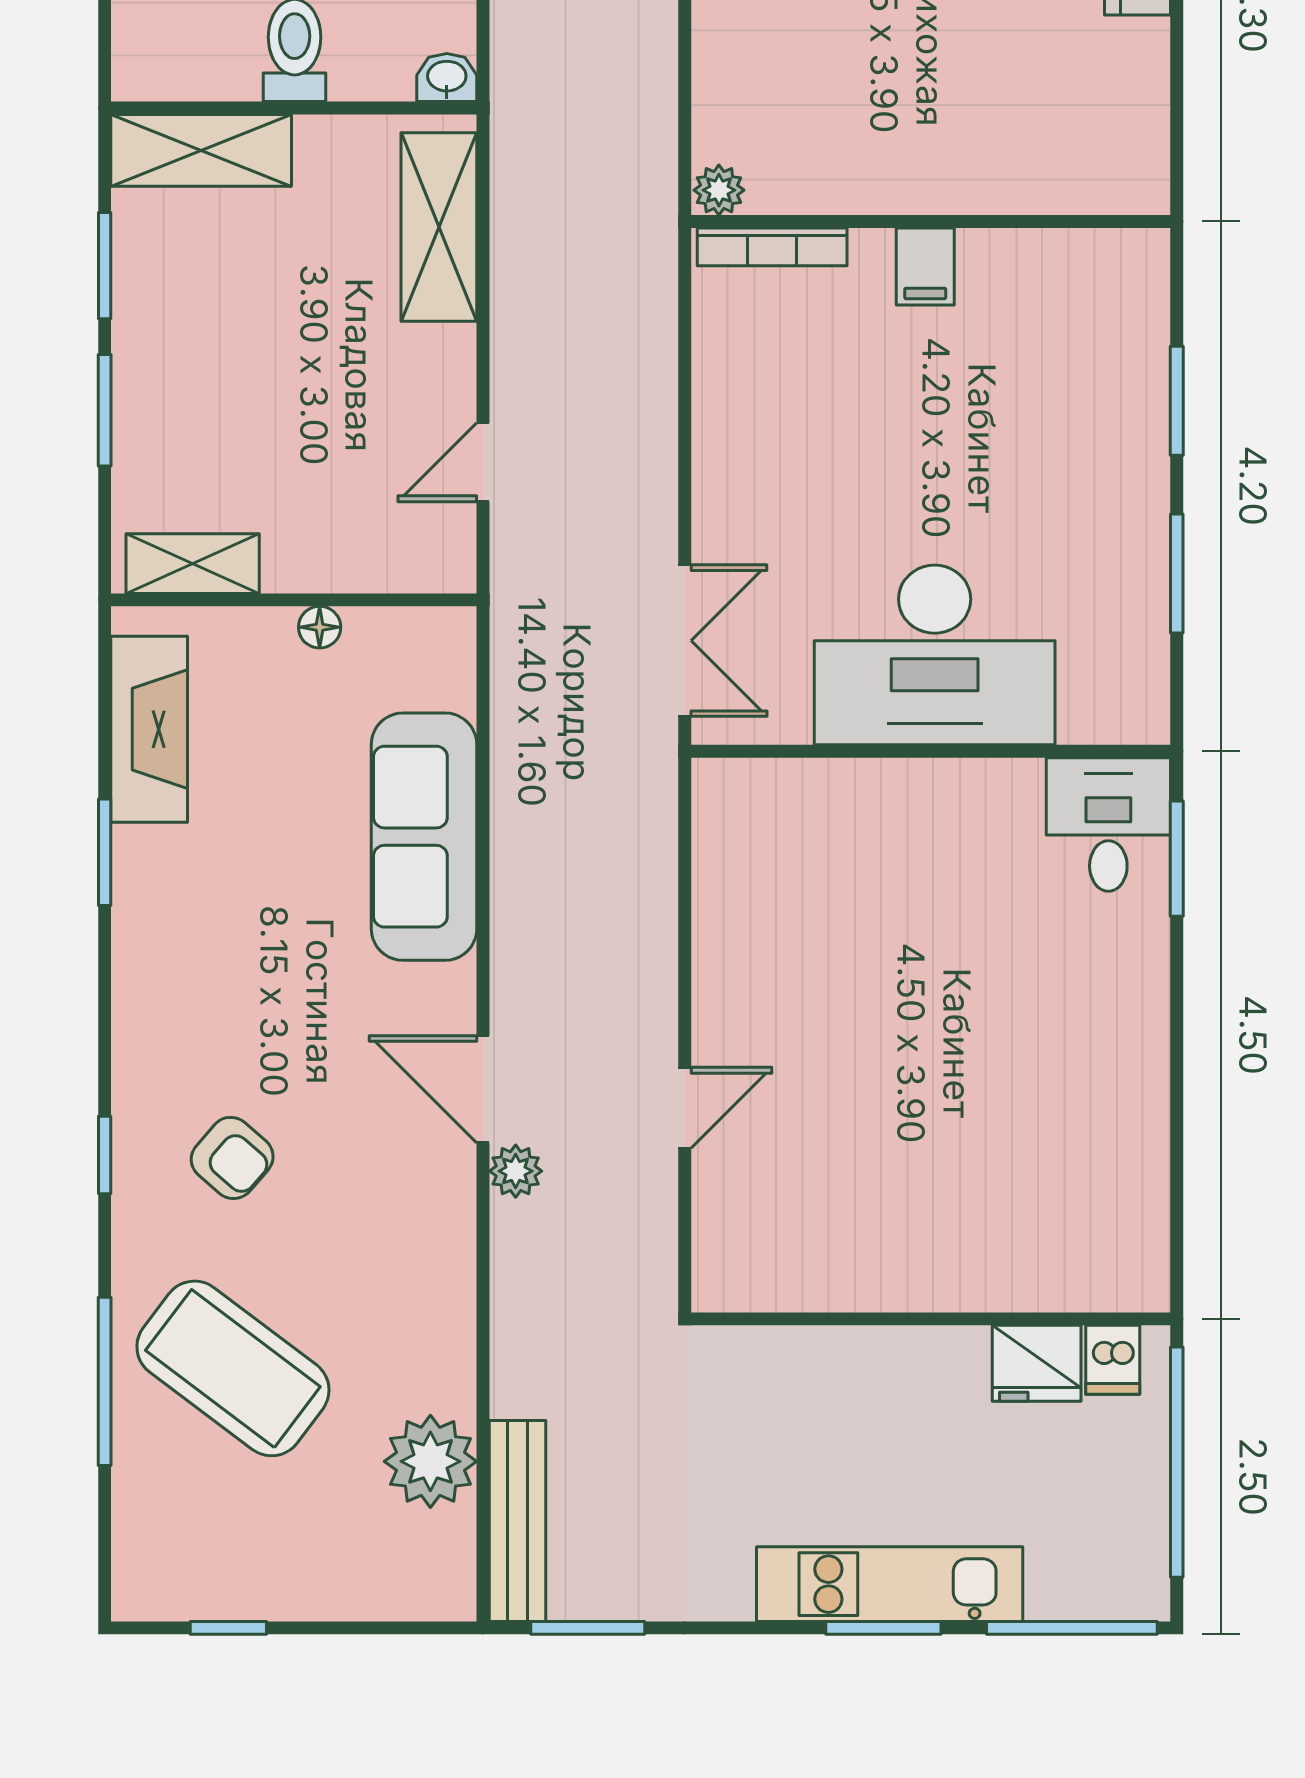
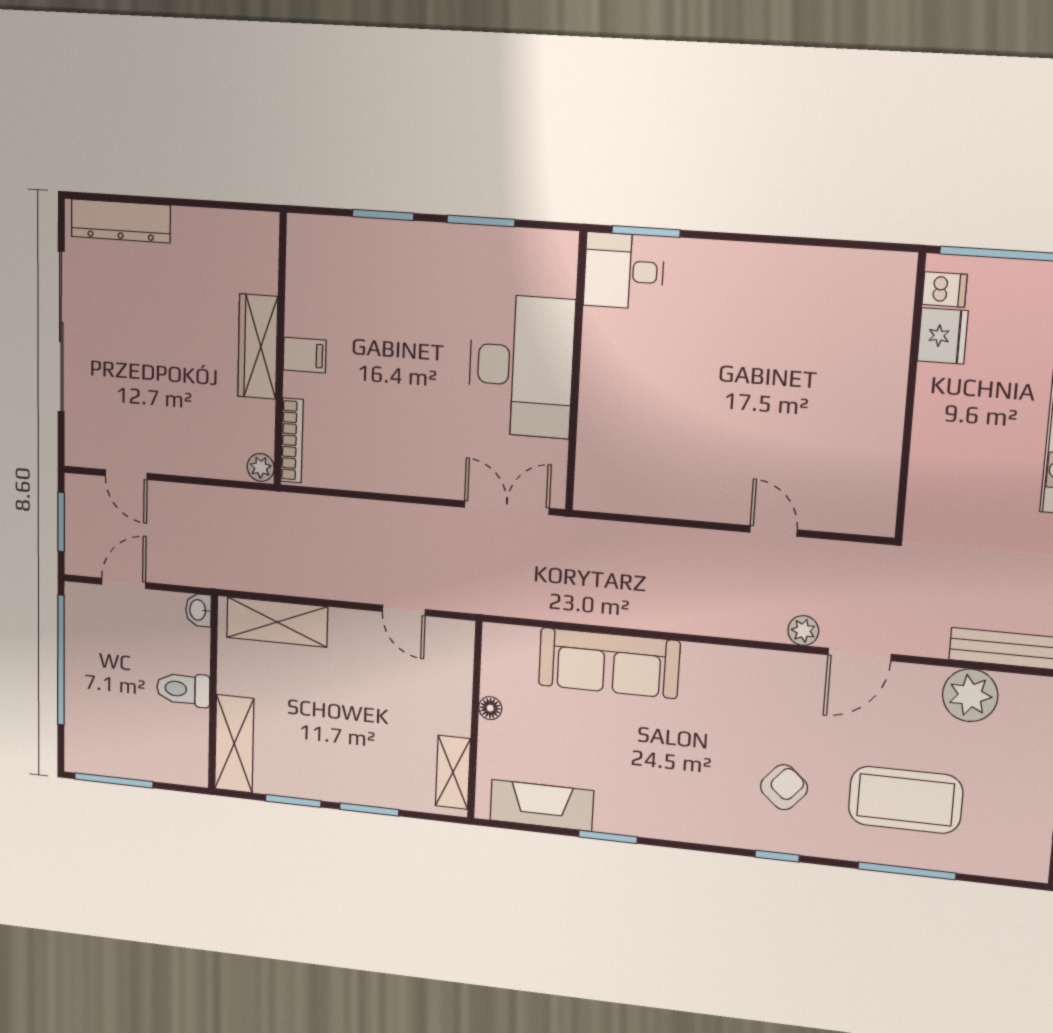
wardrobe: (934, 180) -> (258, 347), added
door: (483, 1089) -> (860, 655), moved
coffee table: (233, 1368) -> (906, 800), turned 53

